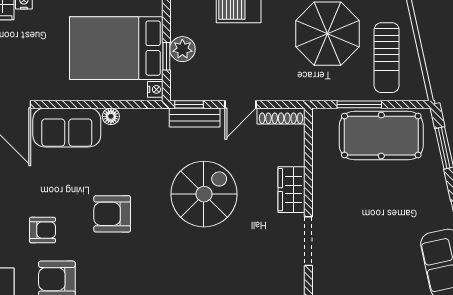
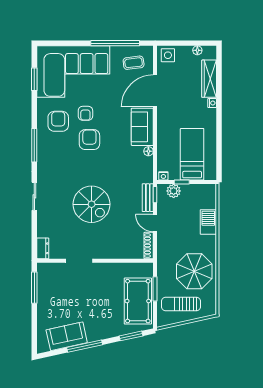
bed: (116, 48) -> (192, 154), width x0.67
plant: (182, 49) -> (174, 191), moved
wardrobe: (292, 190) -> (108, 251), removed
spiral stairs: (204, 194) -> (92, 204), moved
armchair: (112, 214) -> (89, 140), moved

